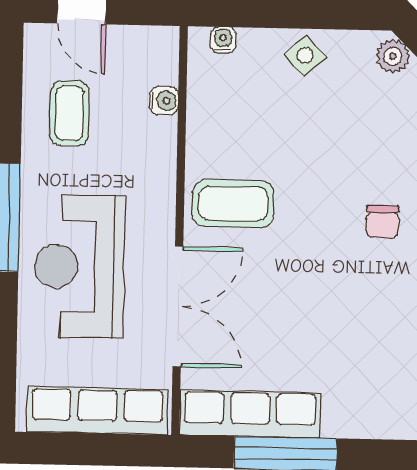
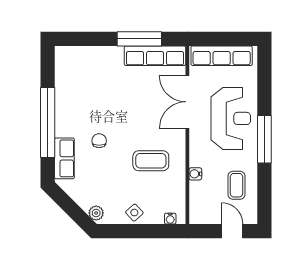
water cooler: (164, 101) -> (195, 174), moved
coffee table: (233, 204) -> (151, 161), moved

